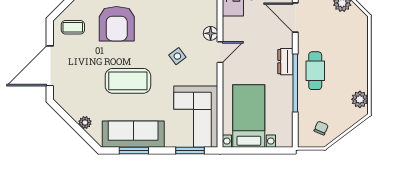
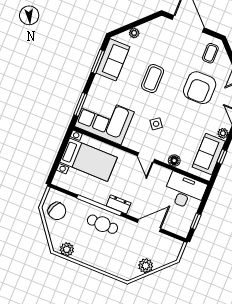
armchair: (117, 24) -> (200, 88), turned -90
floor lamp: (211, 33) -> (174, 161), moved
coffee table: (128, 81) -> (153, 79), width x0.73, depth x0.76
chair: (321, 128) -> (57, 211), width x1.87, depth x1.87
sofa: (133, 134) -> (113, 60), width x0.73

